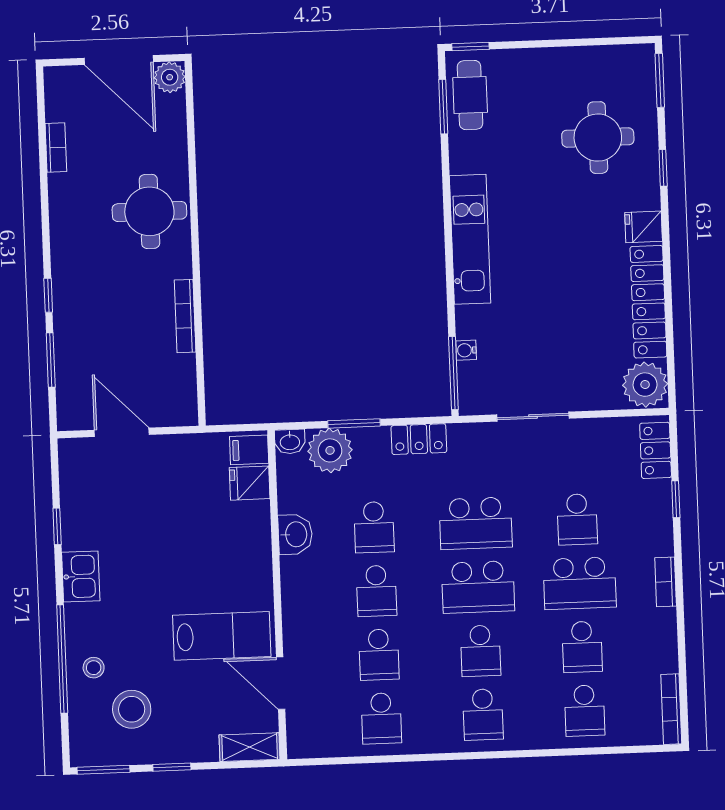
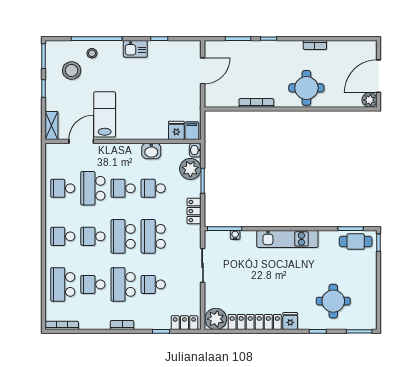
bookcase: (56, 147) -> (315, 45), moved
lab bench: (222, 636) -> (105, 114), turned 180
school desk: (379, 655) -> (93, 188), width x1.85
school desk: (585, 711) -> (63, 284), width x1.85

